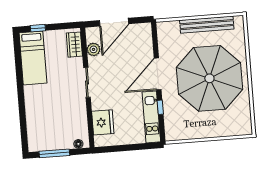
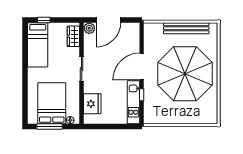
plant: (94, 49) -> (89, 28), moved
bed: (55, 126) -> (52, 103), added

